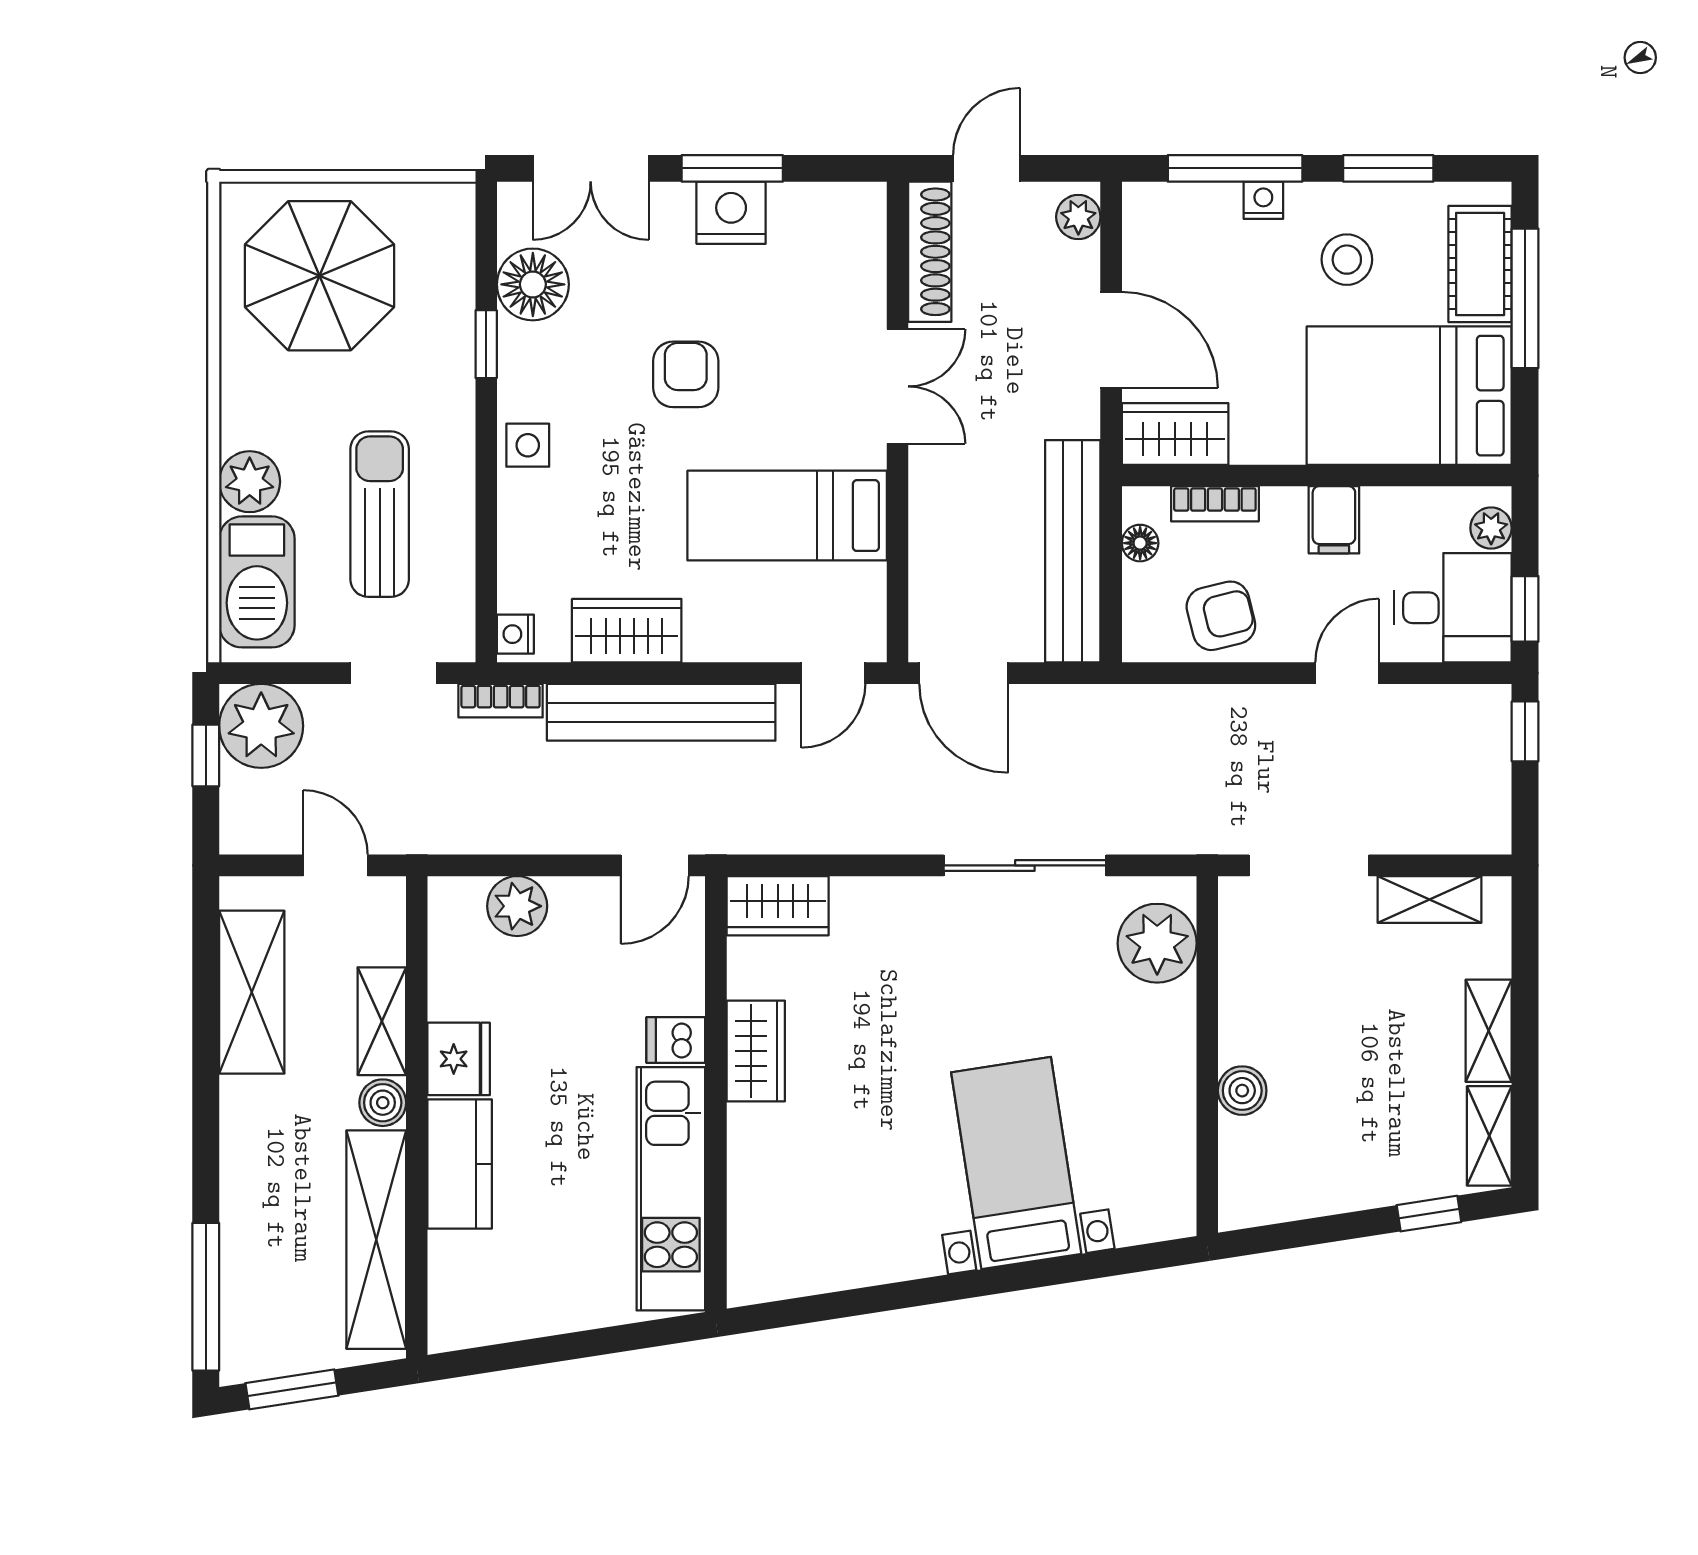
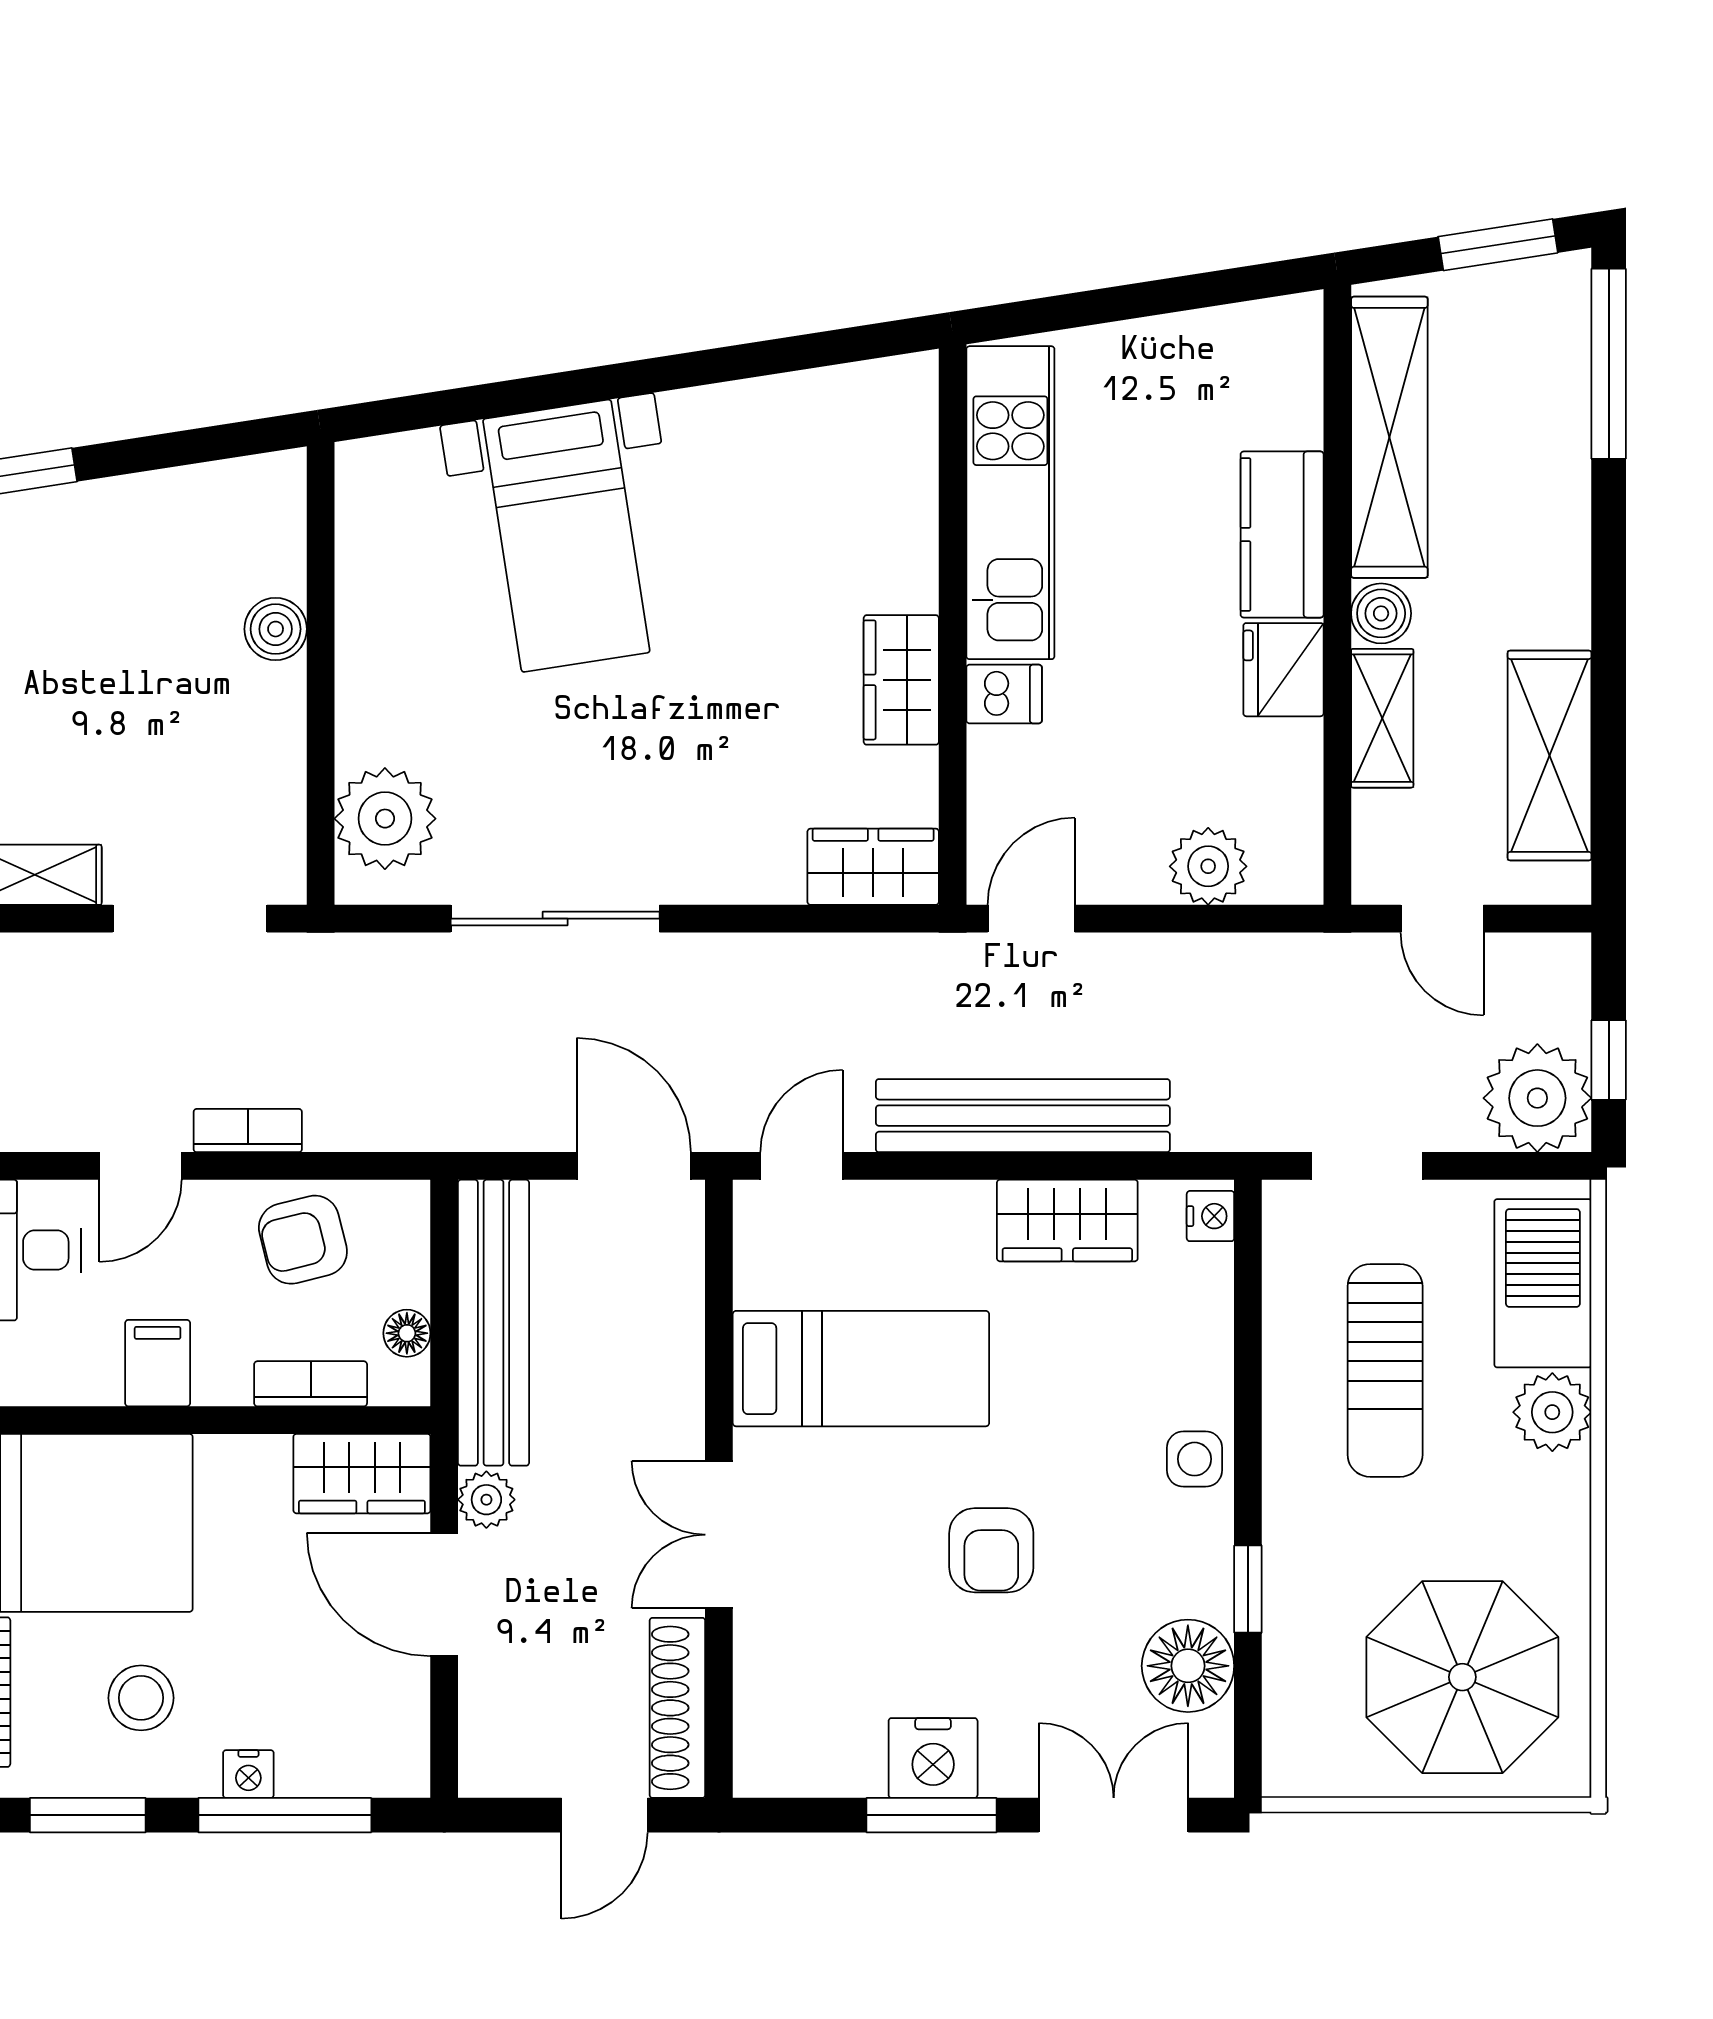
plant: (1078, 217) -> (486, 1500), moved
bookcase: (501, 701) -> (248, 1131), moved

